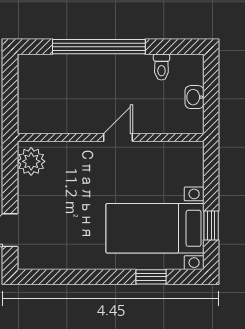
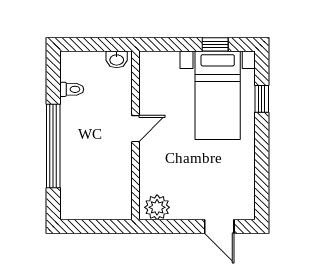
washbasin: (194, 97) -> (117, 59), moved
door: (118, 138) -> (135, 129), swing flipped

